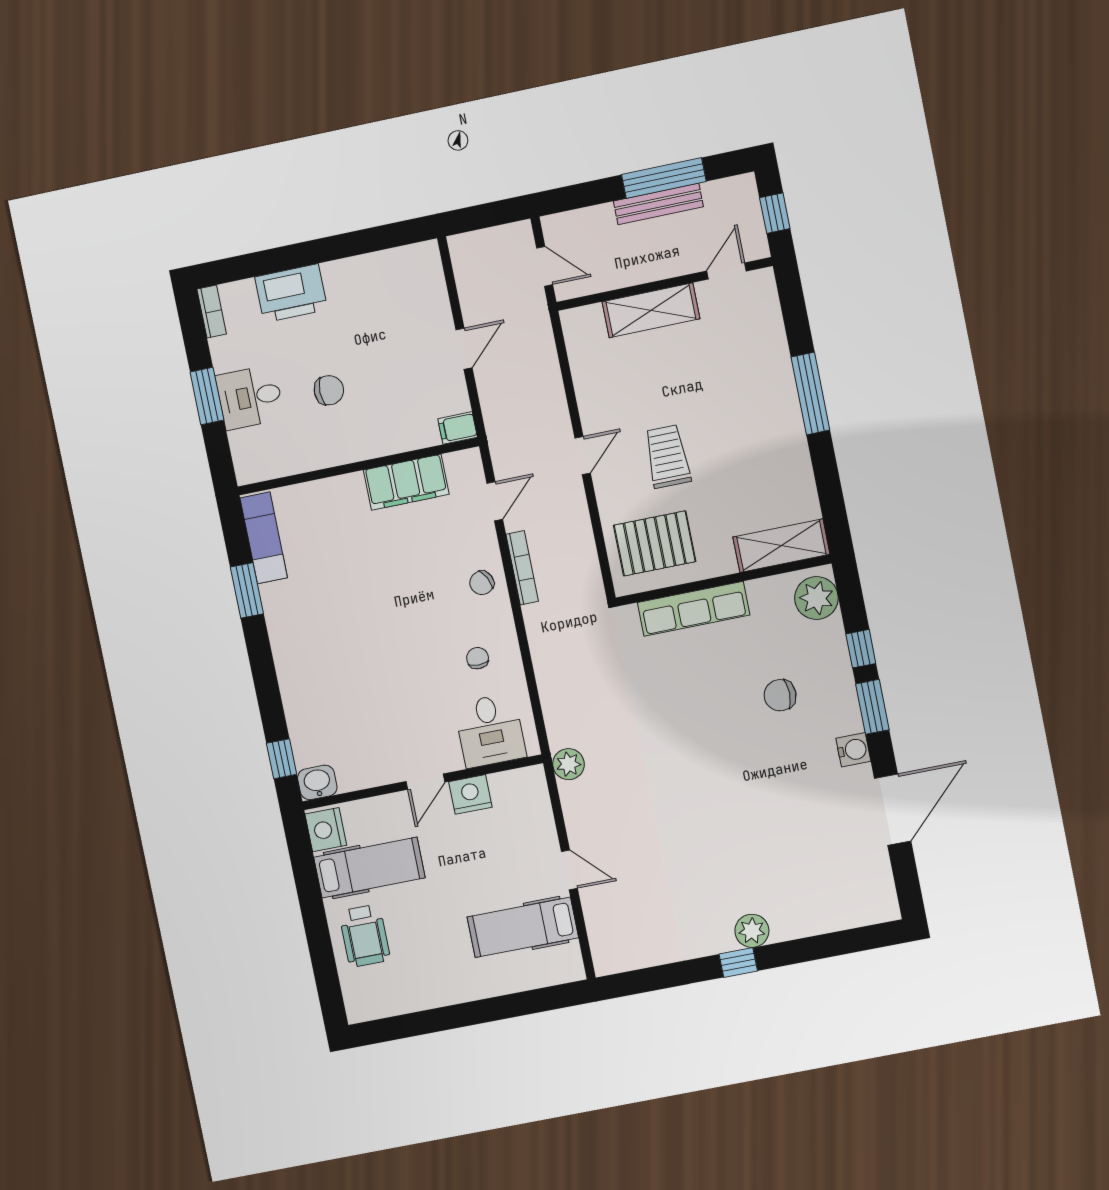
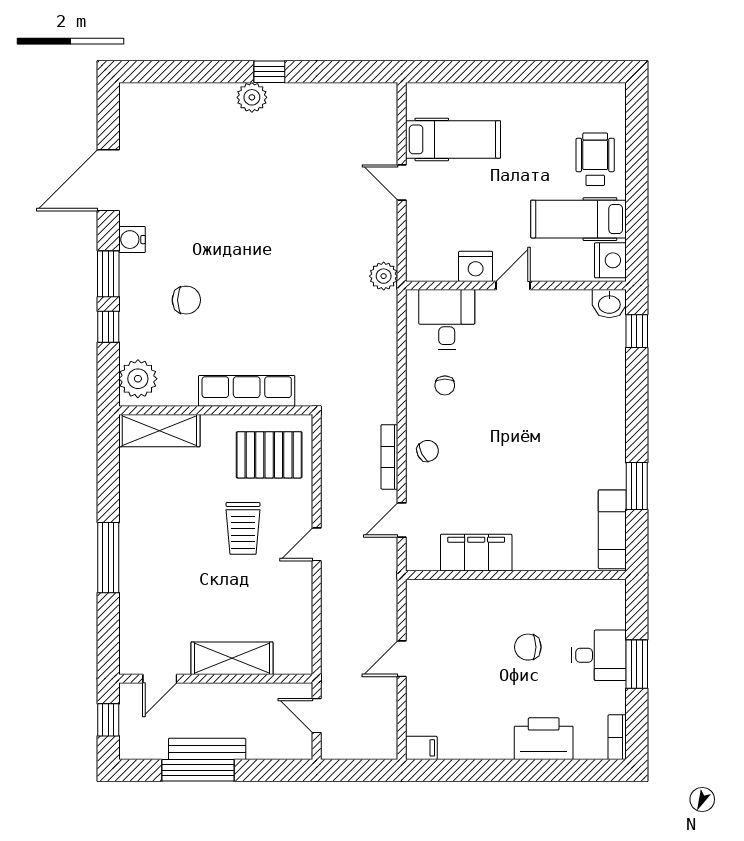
filing cabinet: (458, 428) -> (421, 748), moved

